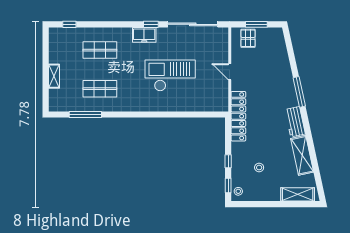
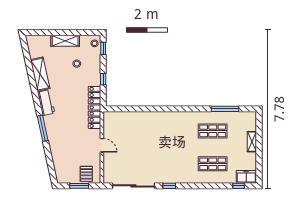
freezer: (144, 35) -> (246, 177), moved
checkout: (170, 76) -> (153, 142), removed
window: (228, 161) -> (103, 79), moved
shelving: (298, 194) -> (65, 41), moved

